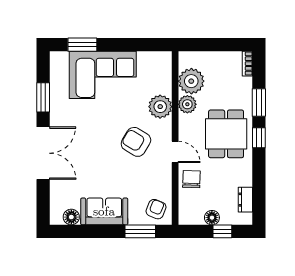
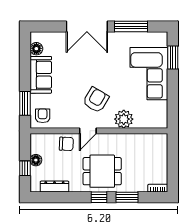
plant: (191, 81) -> (144, 144), removed
window: (43, 97) -> (131, 26), width x1.44
plant: (187, 104) -> (126, 141), removed
dresser: (245, 200) -> (54, 187), width x1.44
armchair: (156, 209) -> (43, 116), turned -112

